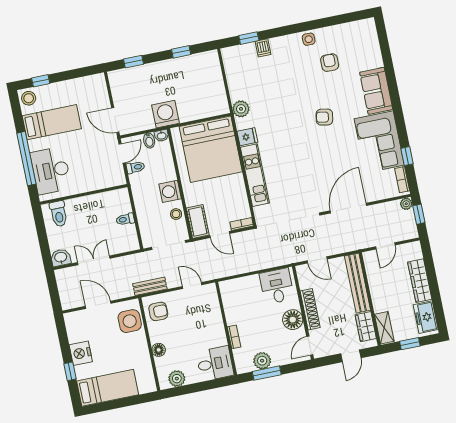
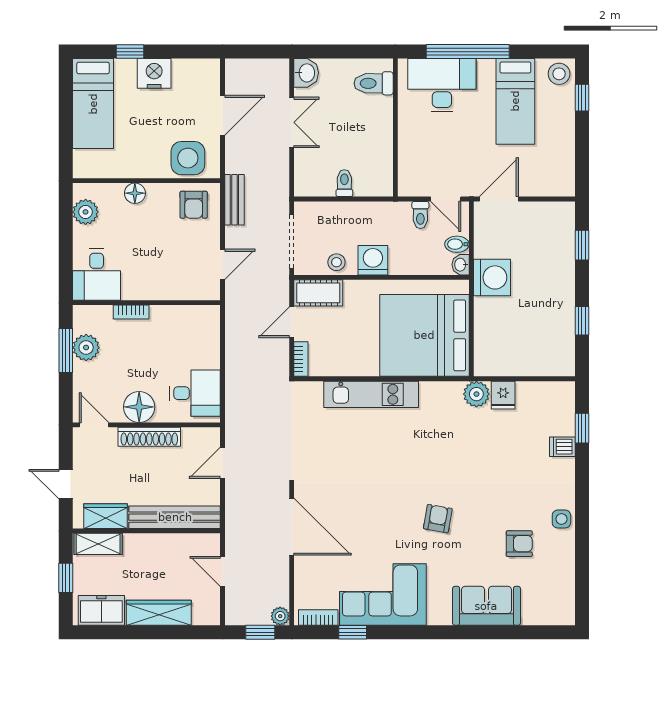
sofa: (376, 91) -> (486, 606), moved
fridge: (247, 137) -> (503, 395), moved

